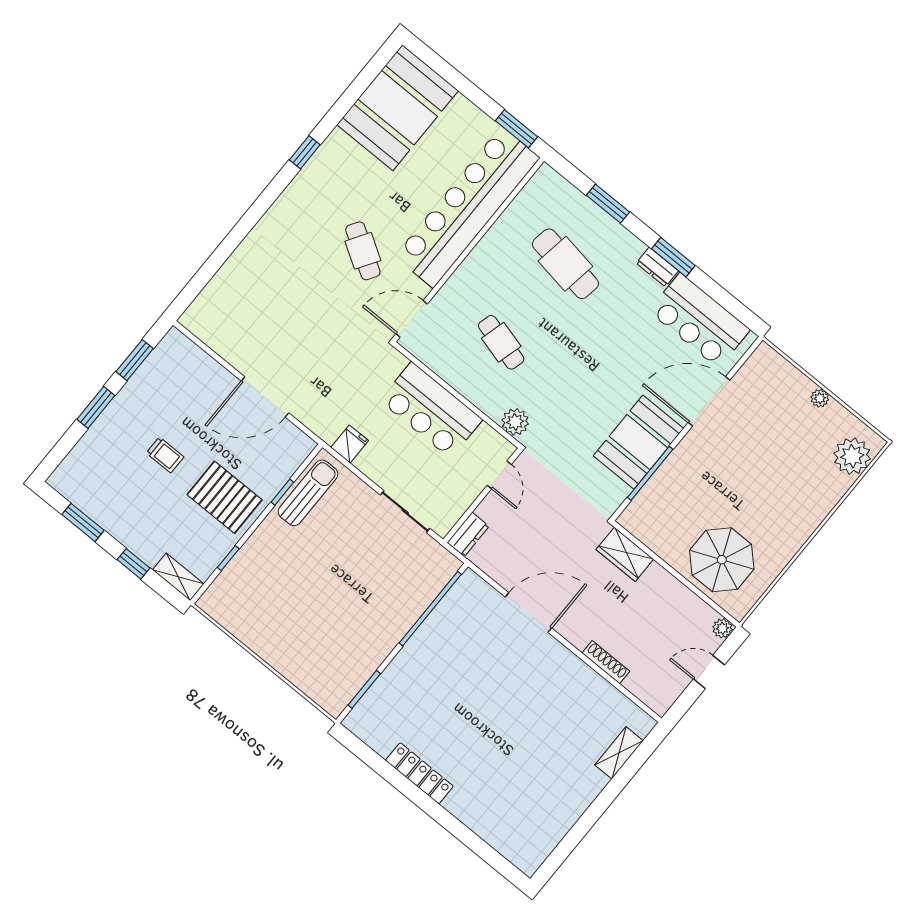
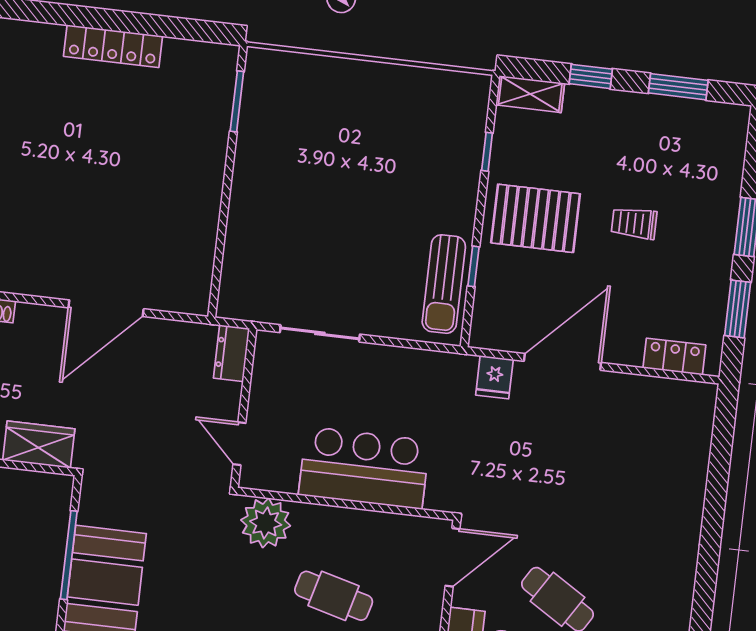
locker: (193, 356) -> (674, 357), added
plant: (515, 422) -> (266, 523), width x1.36, depth x1.36
fridge: (350, 444) -> (494, 377), moved
window: (430, 609) -> (221, 241), removed

